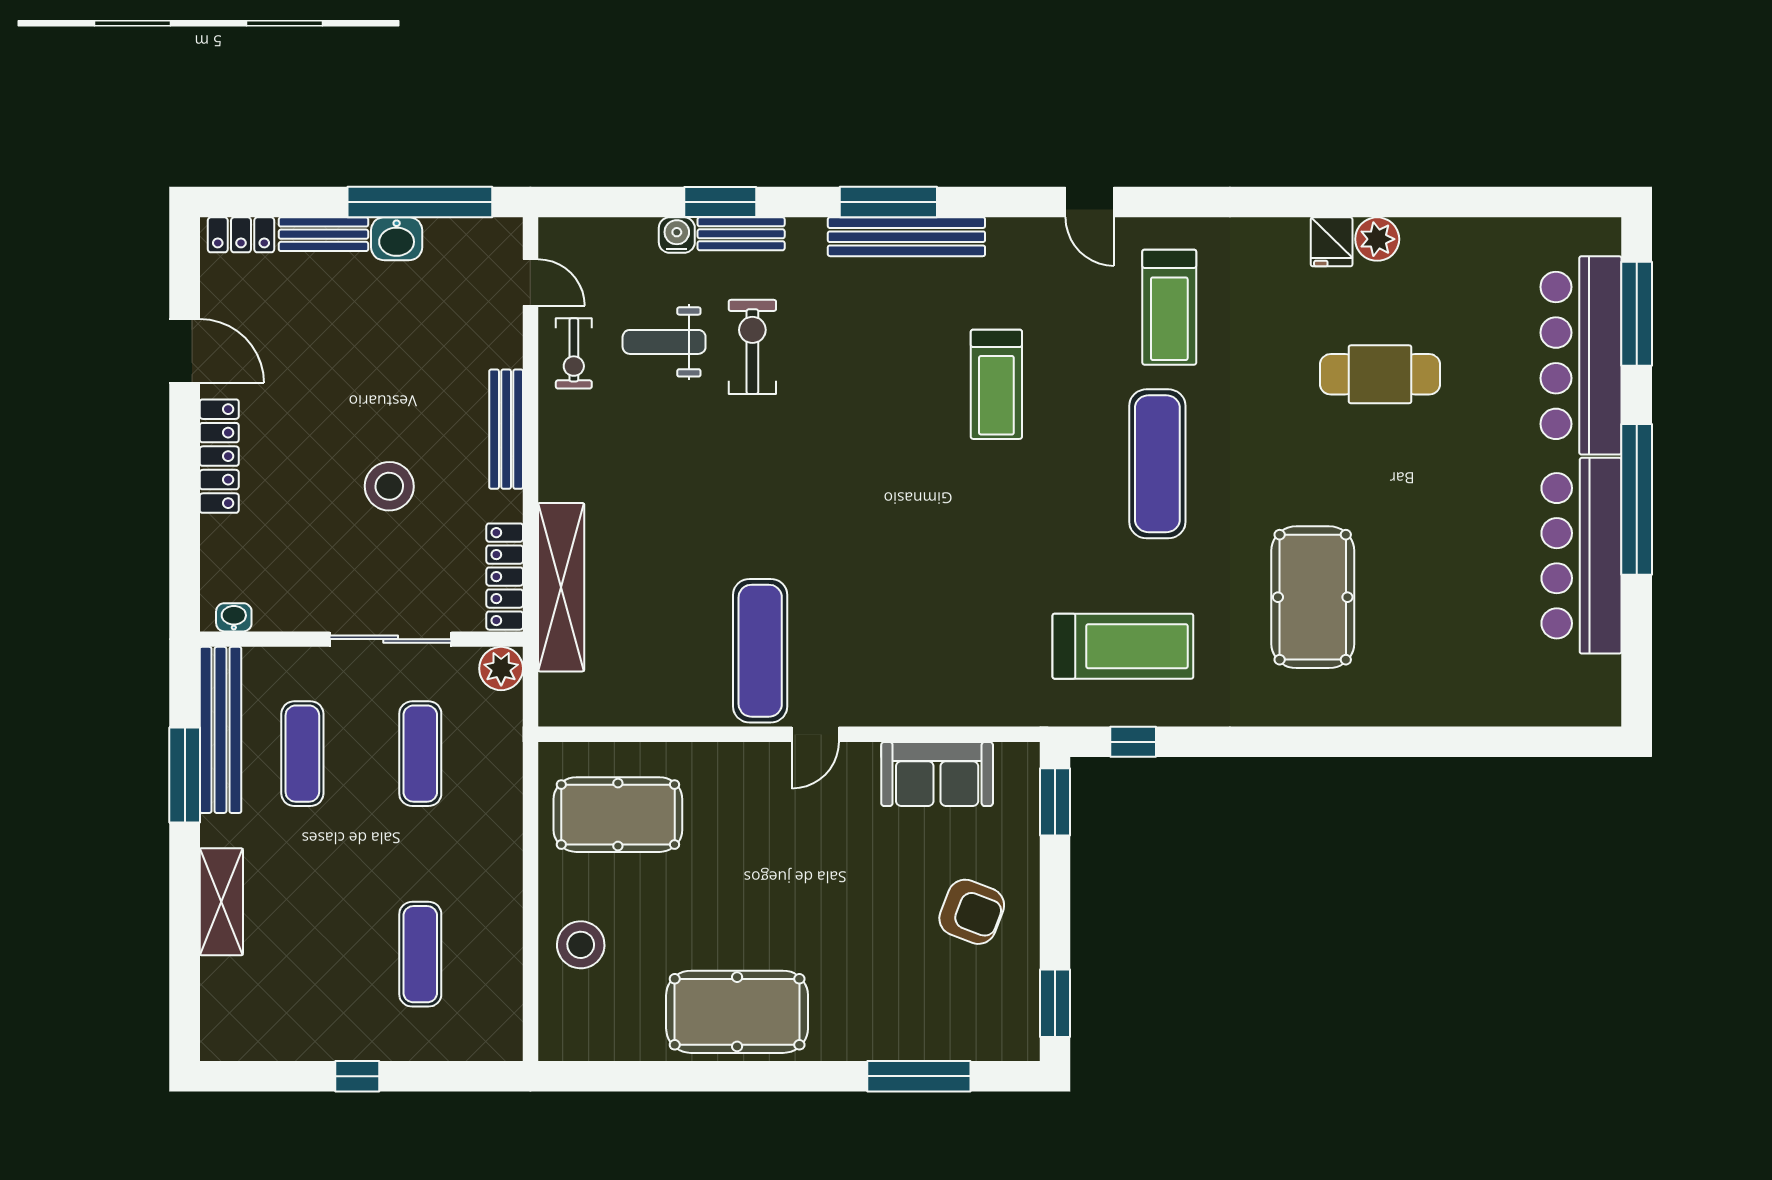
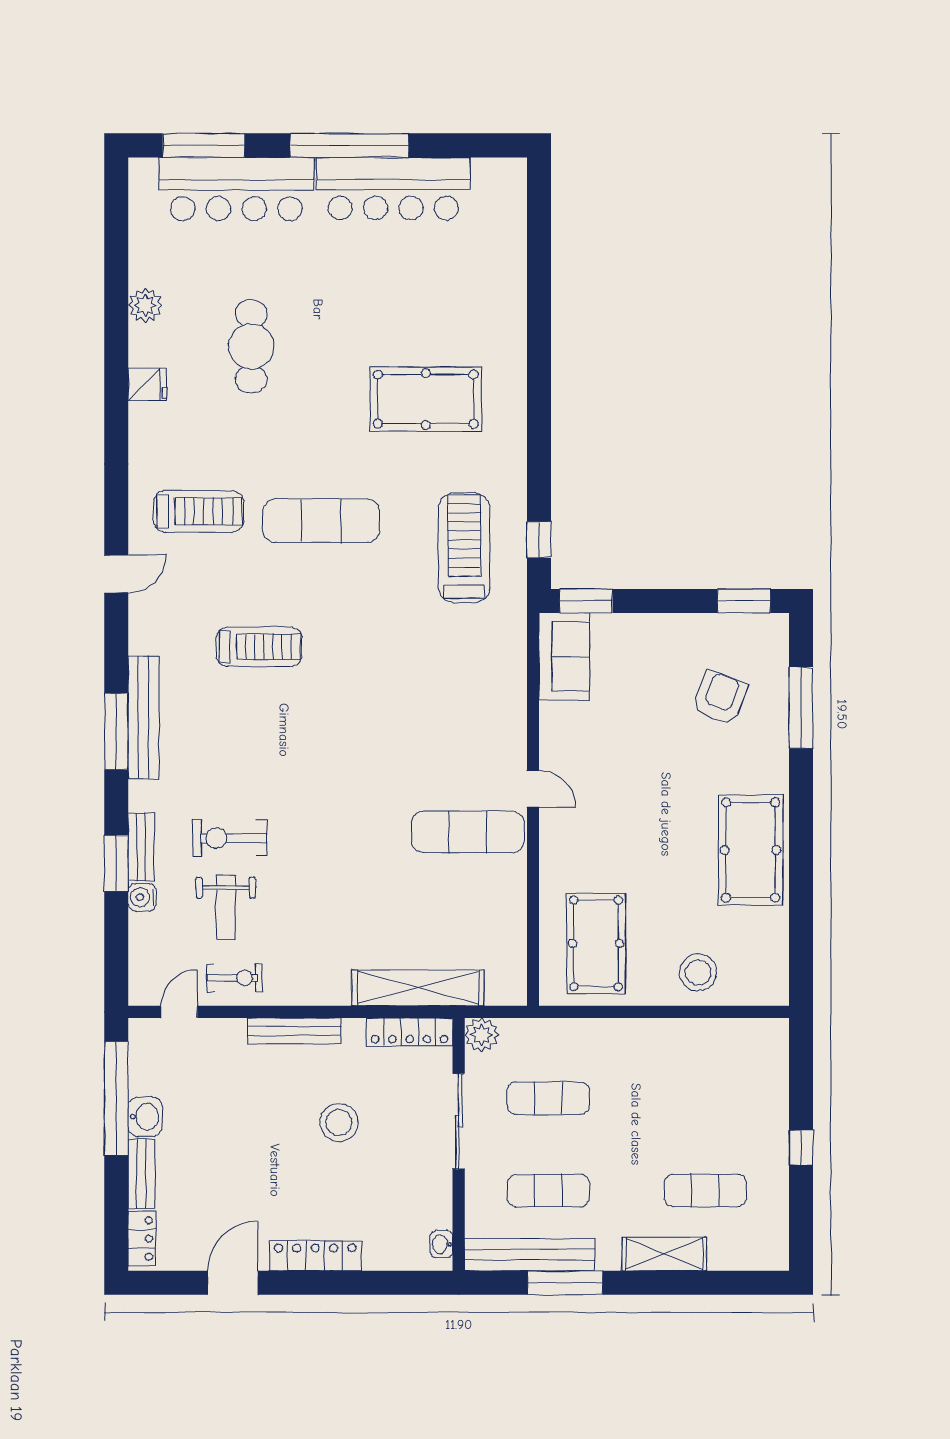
plant: (1377, 239) -> (145, 305), moved
sofa: (937, 774) -> (564, 657), moved
armchair: (972, 912) -> (720, 698), moved
exercise mat: (420, 954) -> (705, 1191), moved

